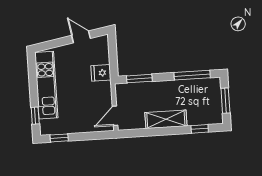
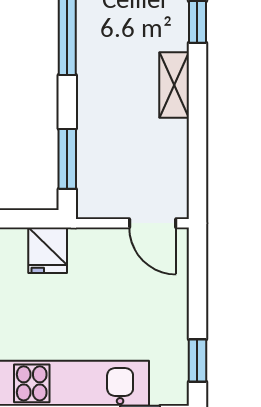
shelving: (166, 119) -> (174, 85), width x0.67, depth x0.75

